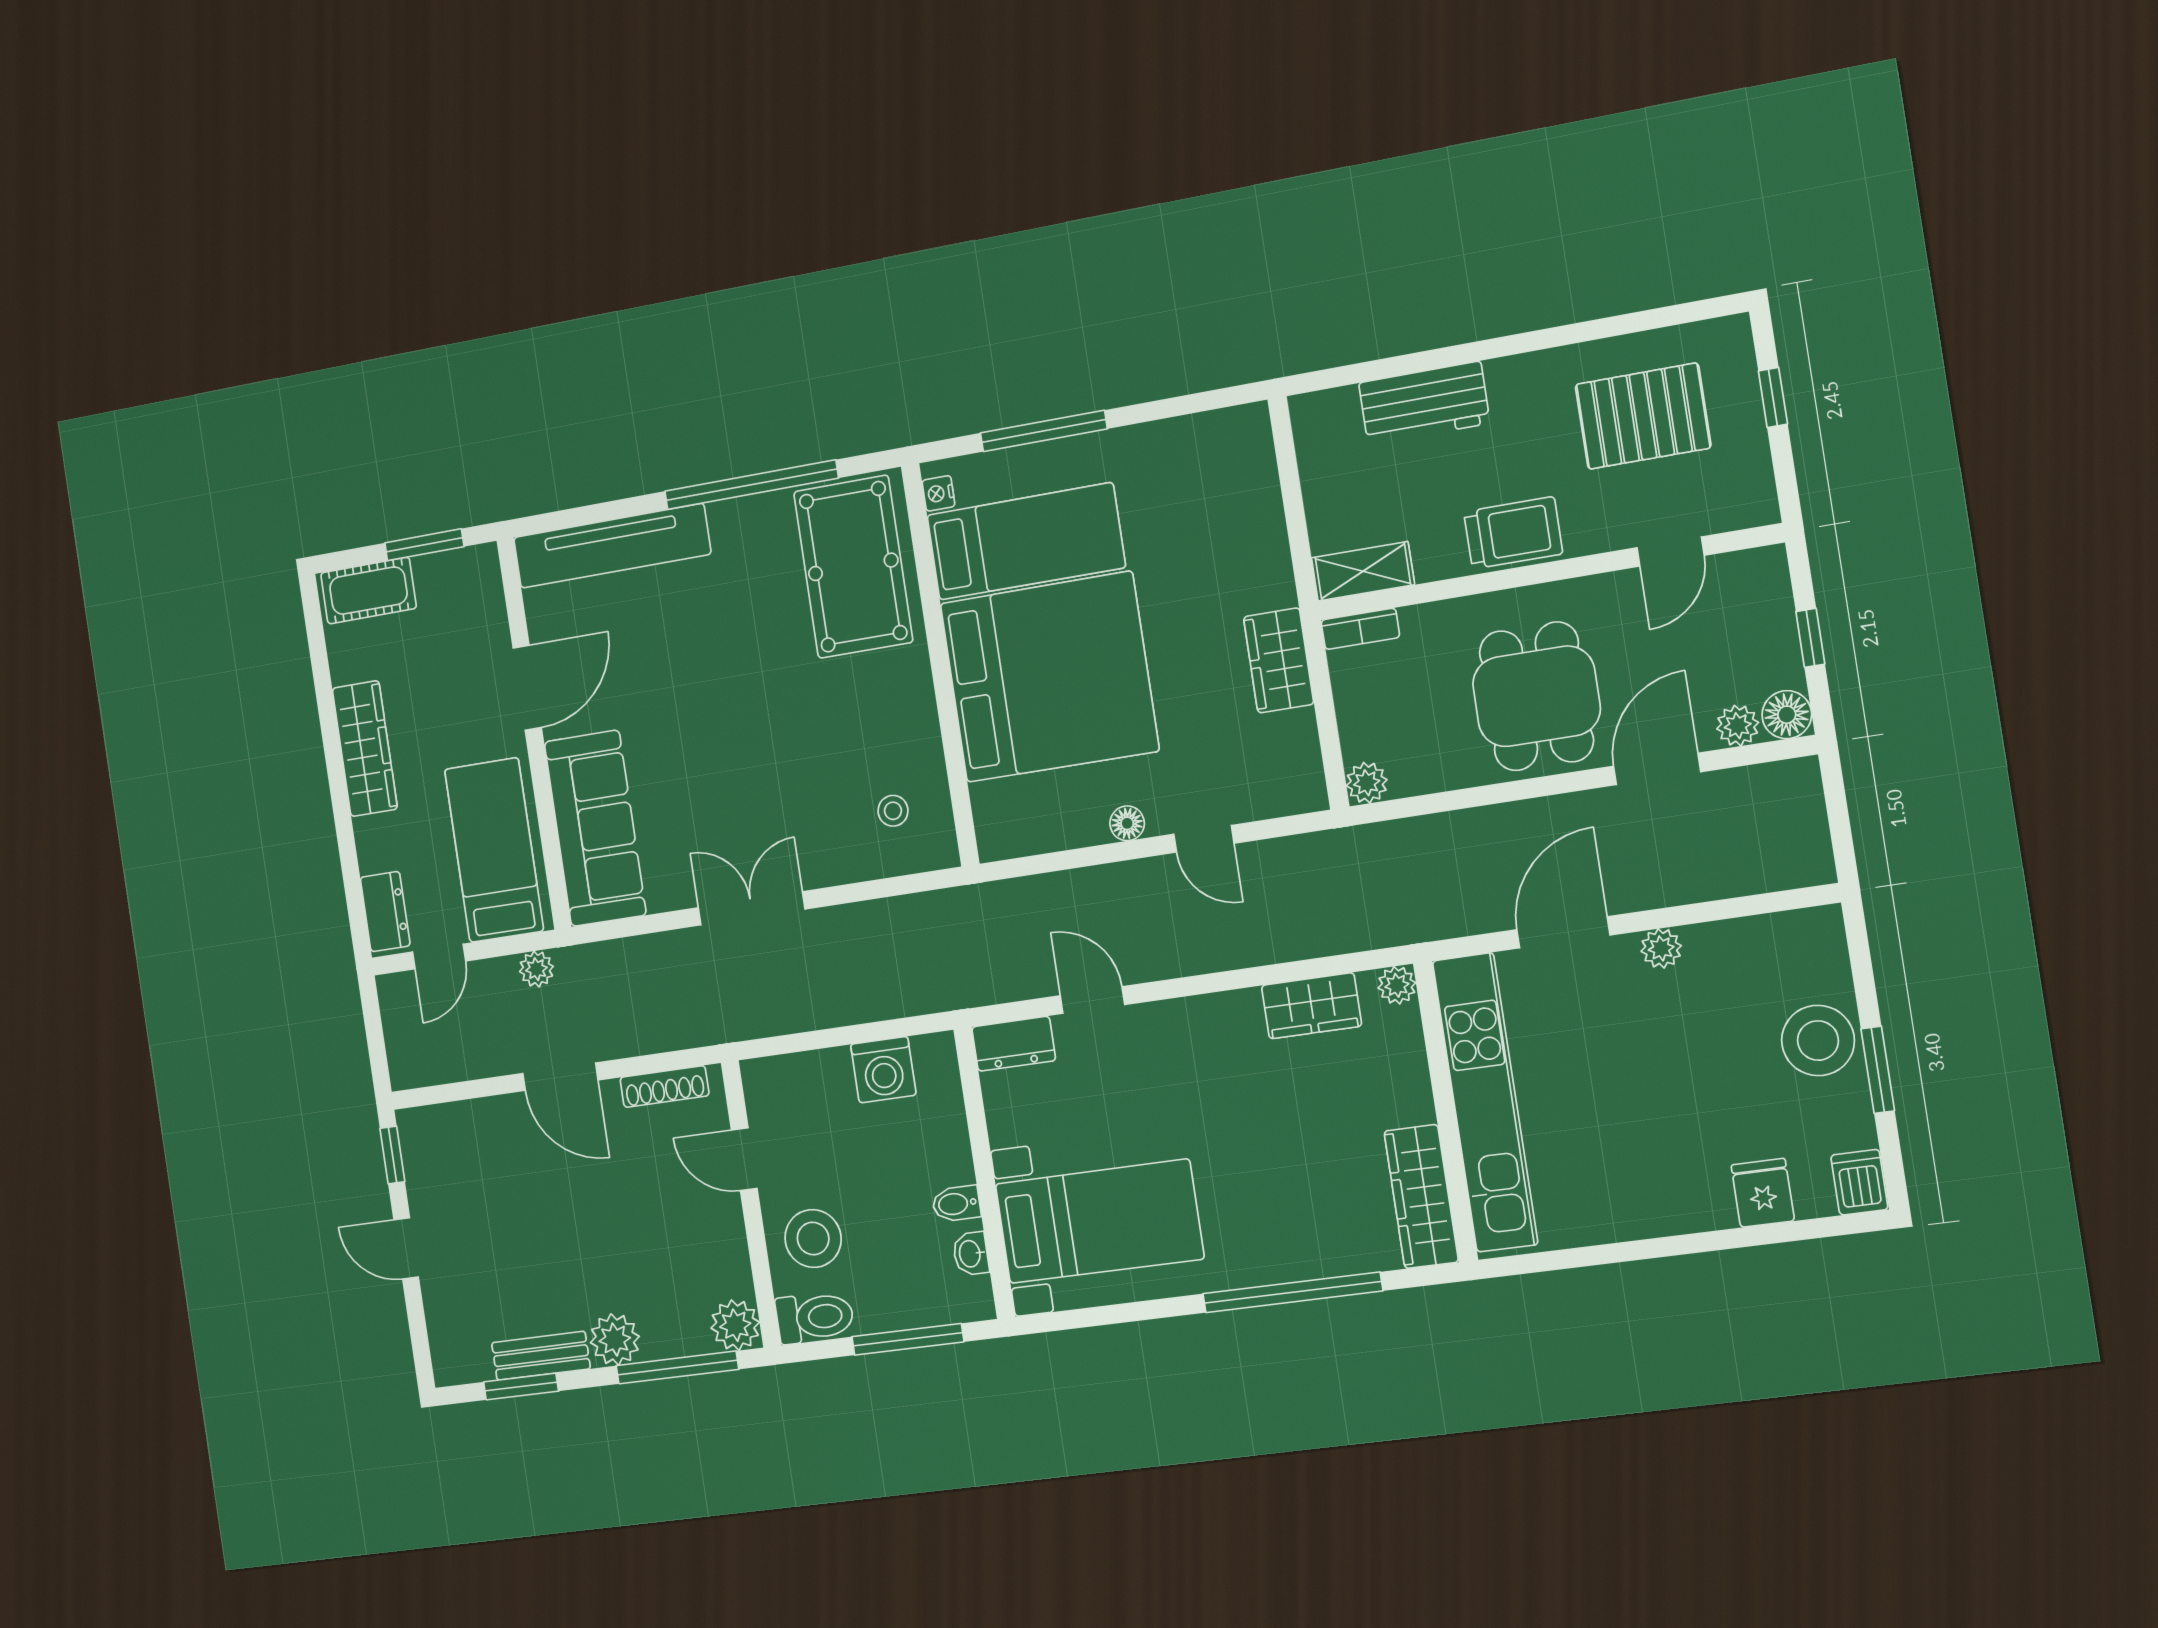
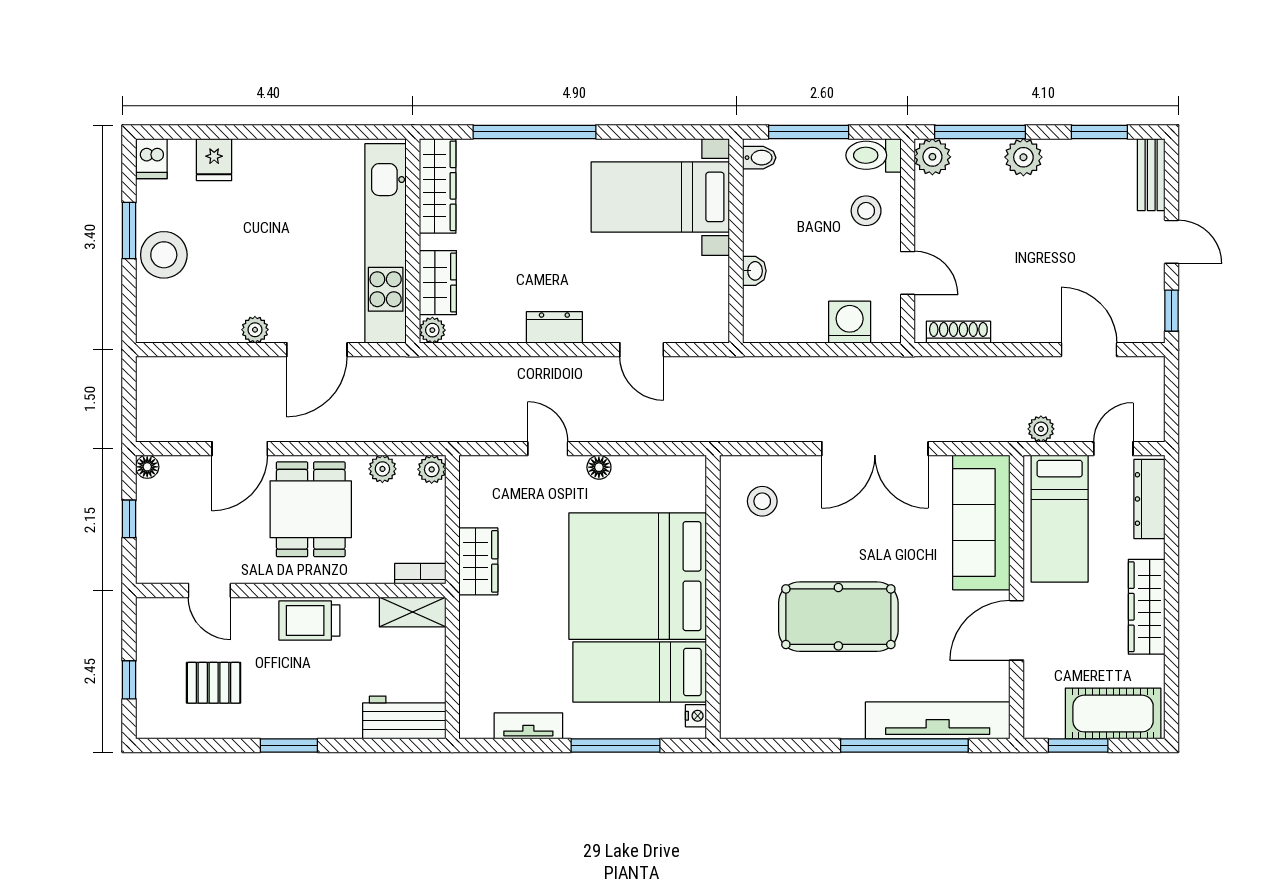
window: (1515, 344) -> (289, 746), added
workbench: (1424, 403) -> (404, 717), moved
pallet: (1643, 416) -> (214, 683), width x0.67, depth x0.71
tv unit: (1171, 436) -> (528, 726), added
window: (751, 485) -> (904, 746), moved
door: (1671, 552) -> (209, 590), swing flipped
pool table: (853, 567) -> (838, 617), moved, turned 90
cot: (368, 591) -> (1113, 714), width x1.37, depth x1.34
floor lamp: (1787, 715) -> (147, 467), width x0.73, depth x0.73
plant: (1738, 726) -> (382, 469), moved
stool: (893, 811) -> (762, 501), width x1.37, depth x1.37
double door: (751, 908) -> (875, 449), width x1.37
dresser: (385, 912) -> (1149, 499), width x1.44
wardrobe: (1312, 1006) -> (438, 283), moved, turned 90
dresser: (1014, 1044) -> (554, 327), moved
washing machine: (883, 1070) -> (850, 322), moved
door: (560, 1077) -> (1089, 350), moved
bidet: (956, 1204) -> (759, 158), moved
stool: (813, 1239) -> (866, 211), width x0.73, depth x0.73
washbasin: (971, 1254) -> (754, 271), moved
bench: (541, 1356) -> (1151, 175), moved, turned 90

